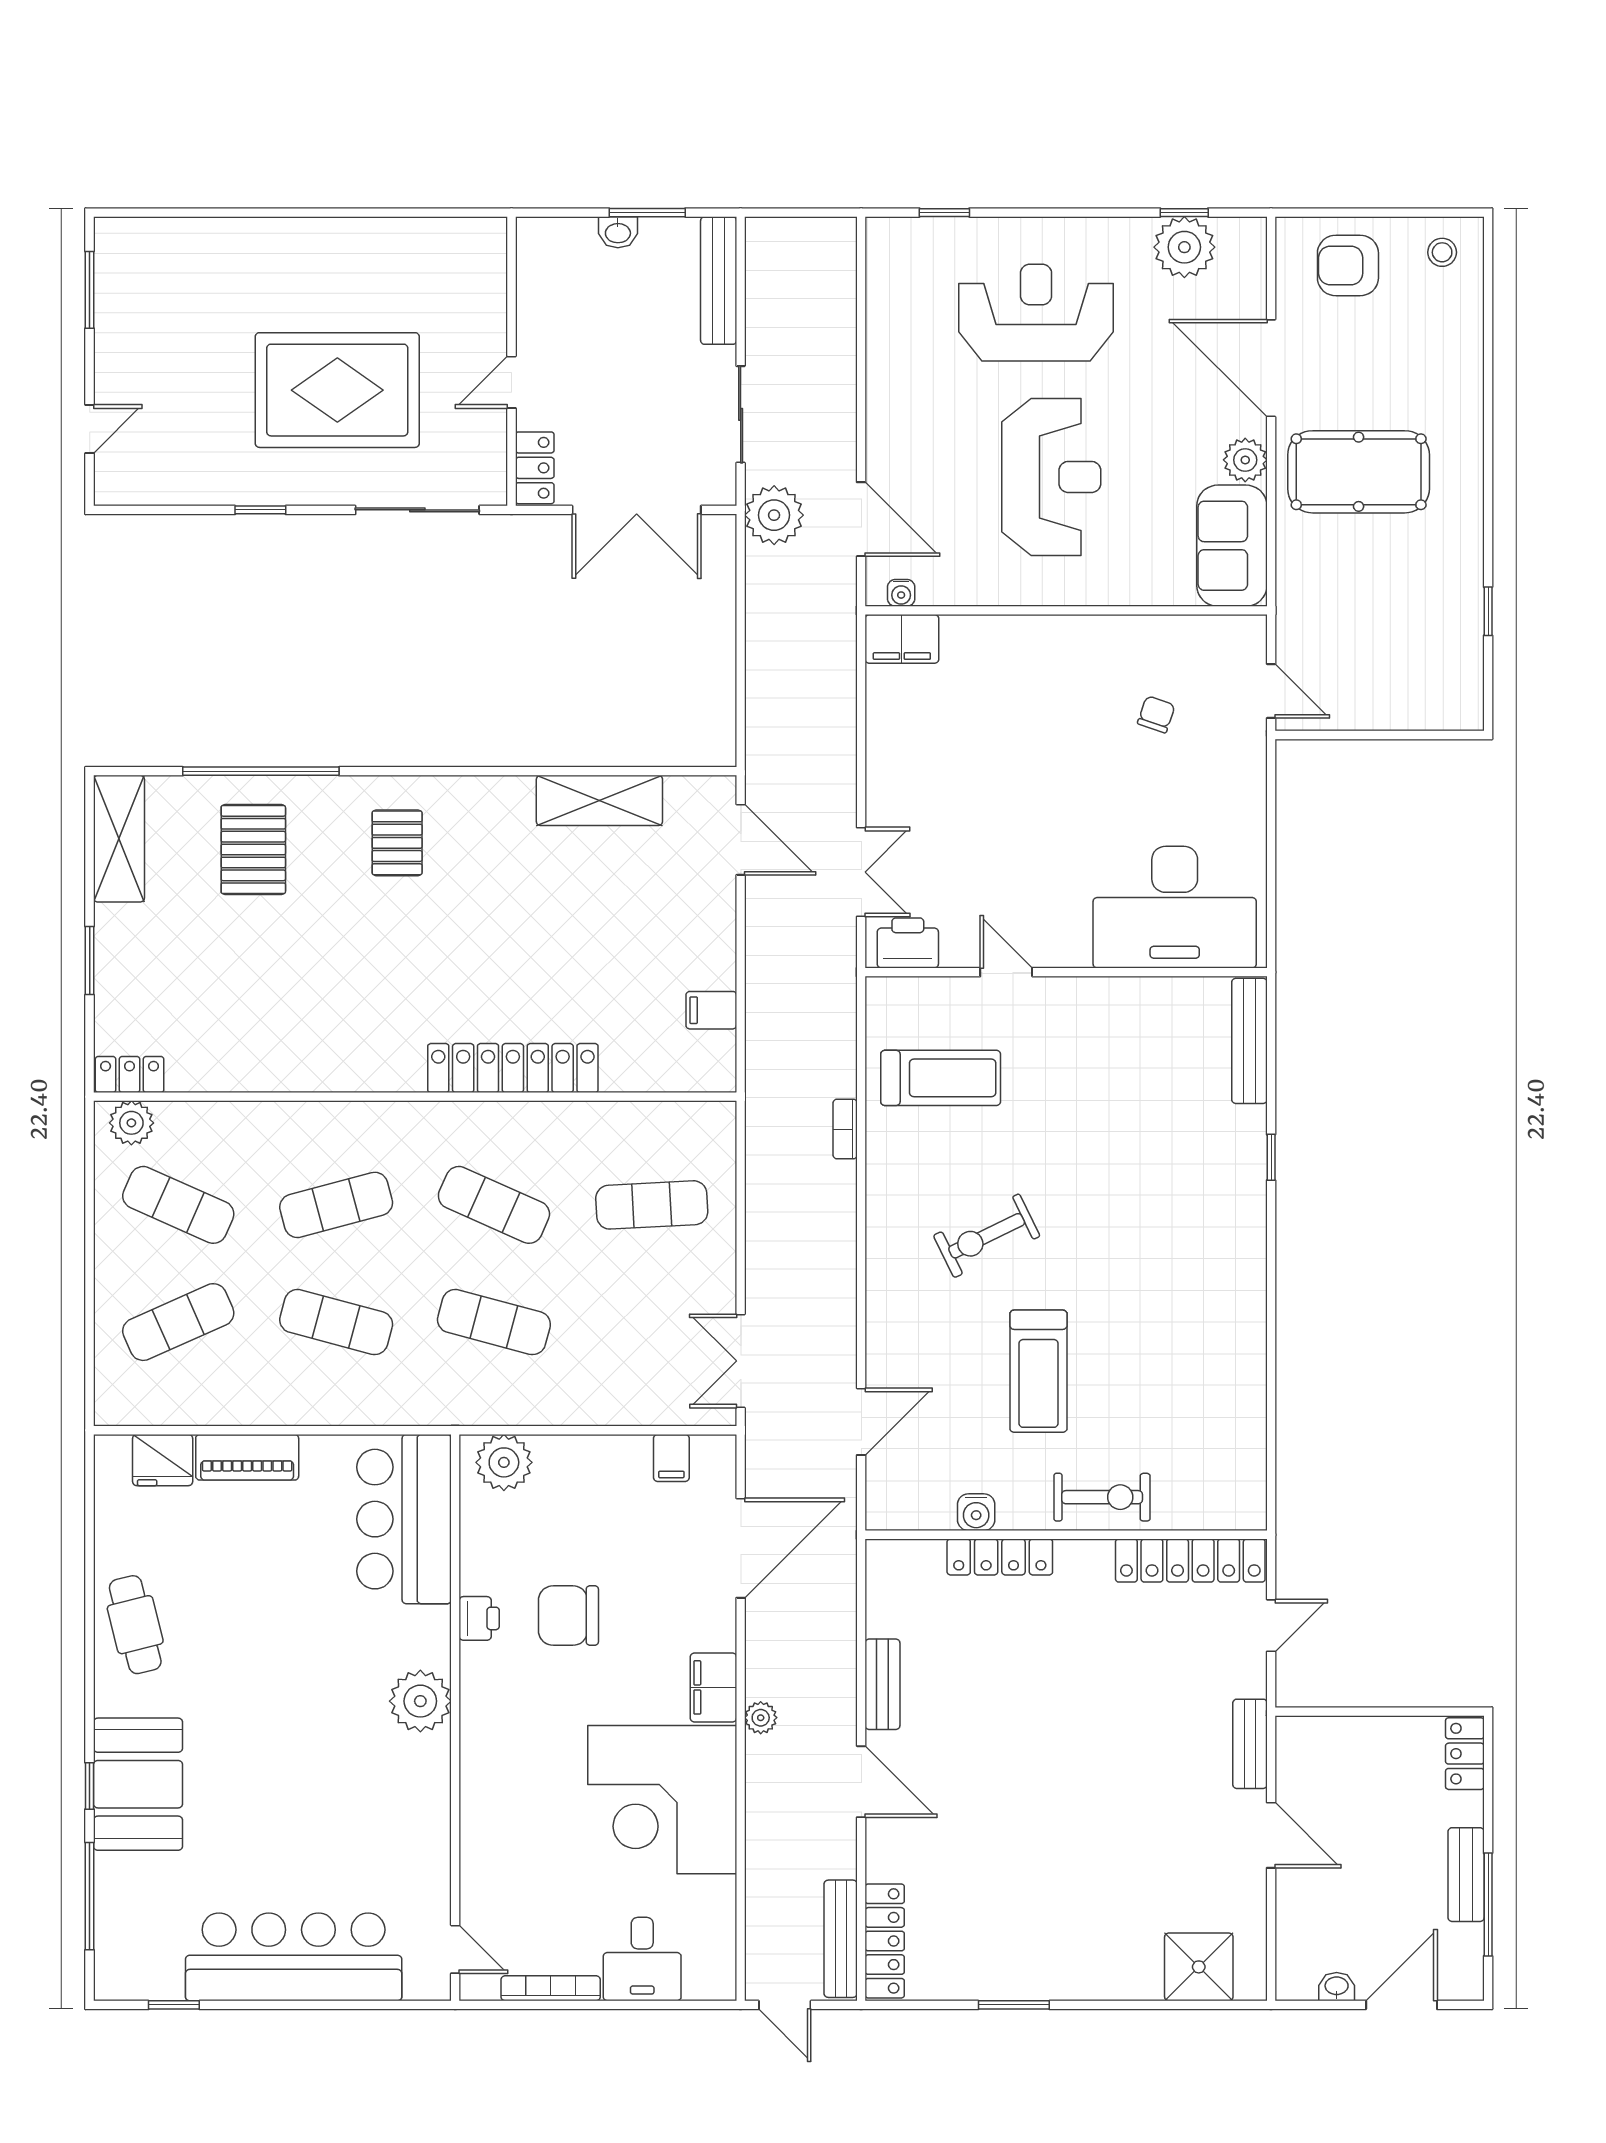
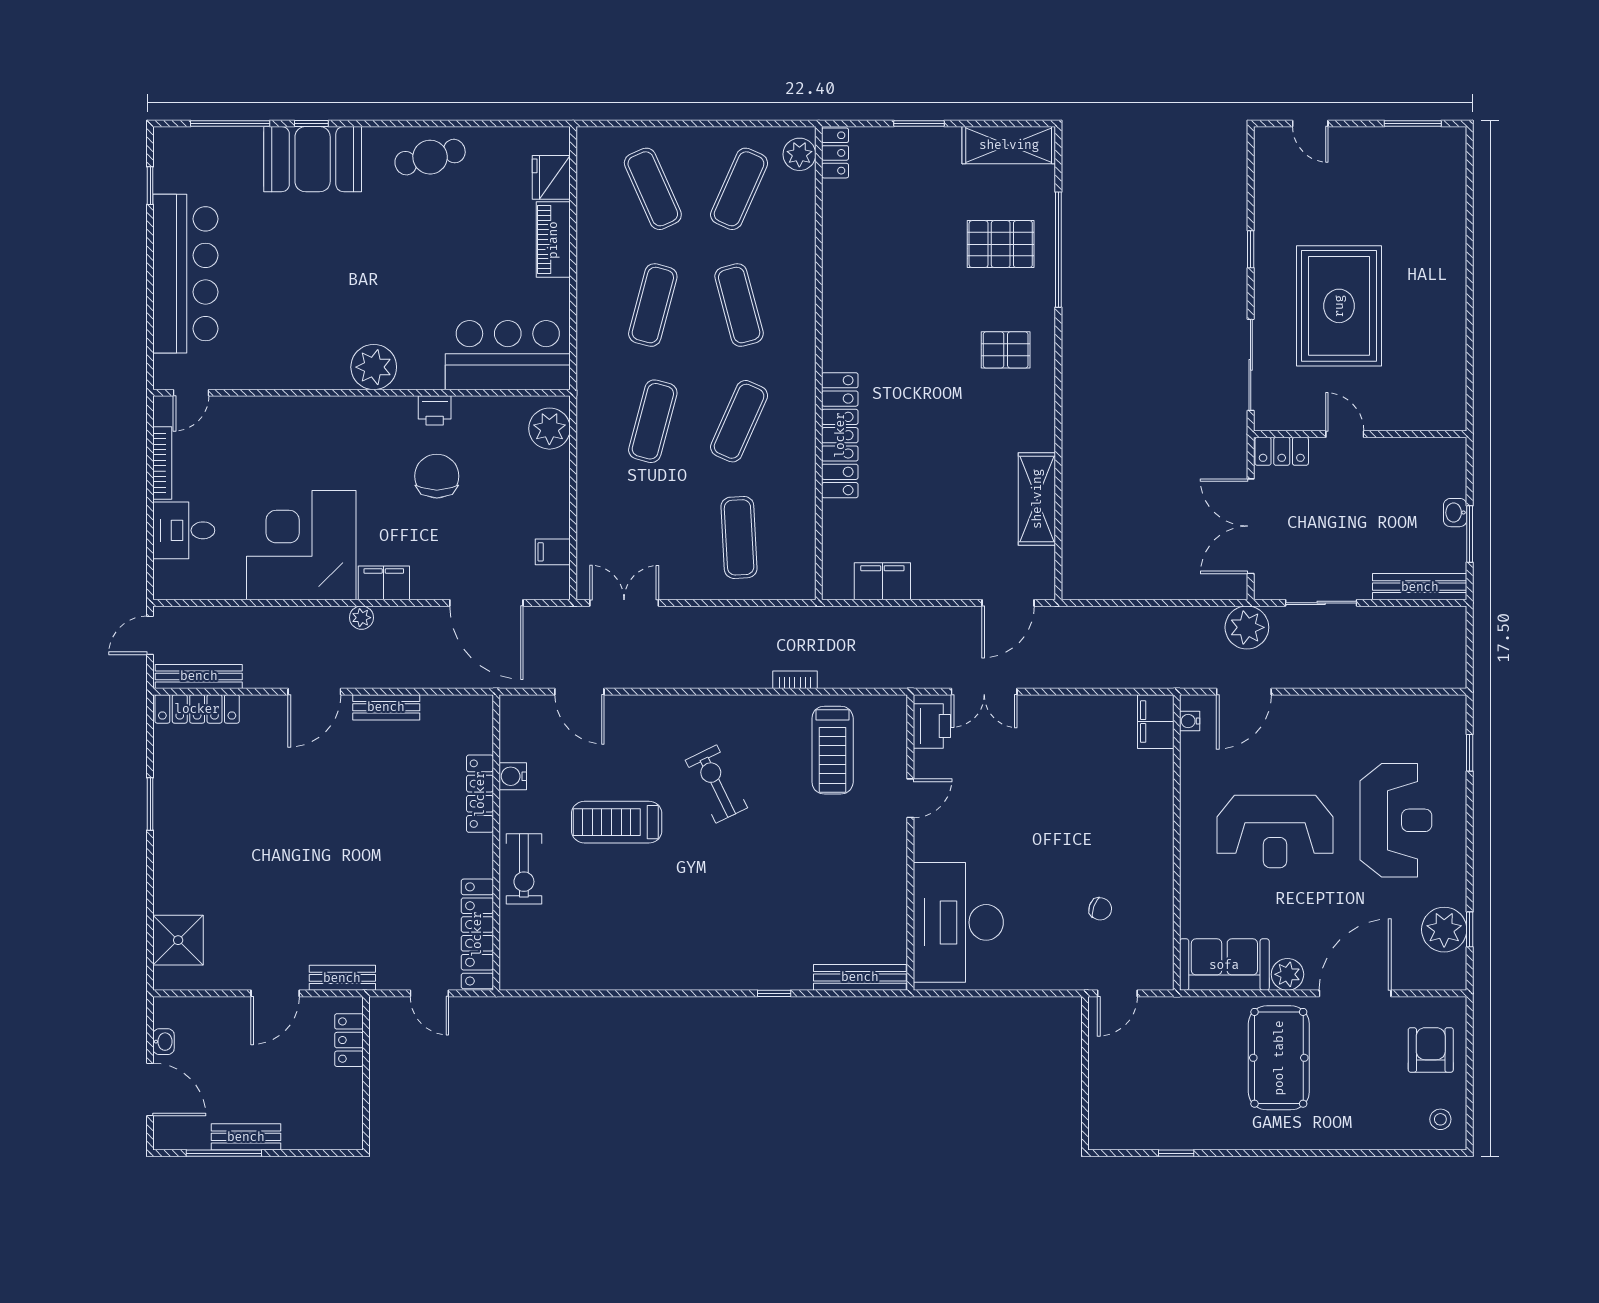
filing cabinet: (711, 1010) -> (882, 581), width x2.00
locker: (1465, 1754) -> (349, 1040), moved, turned -90

